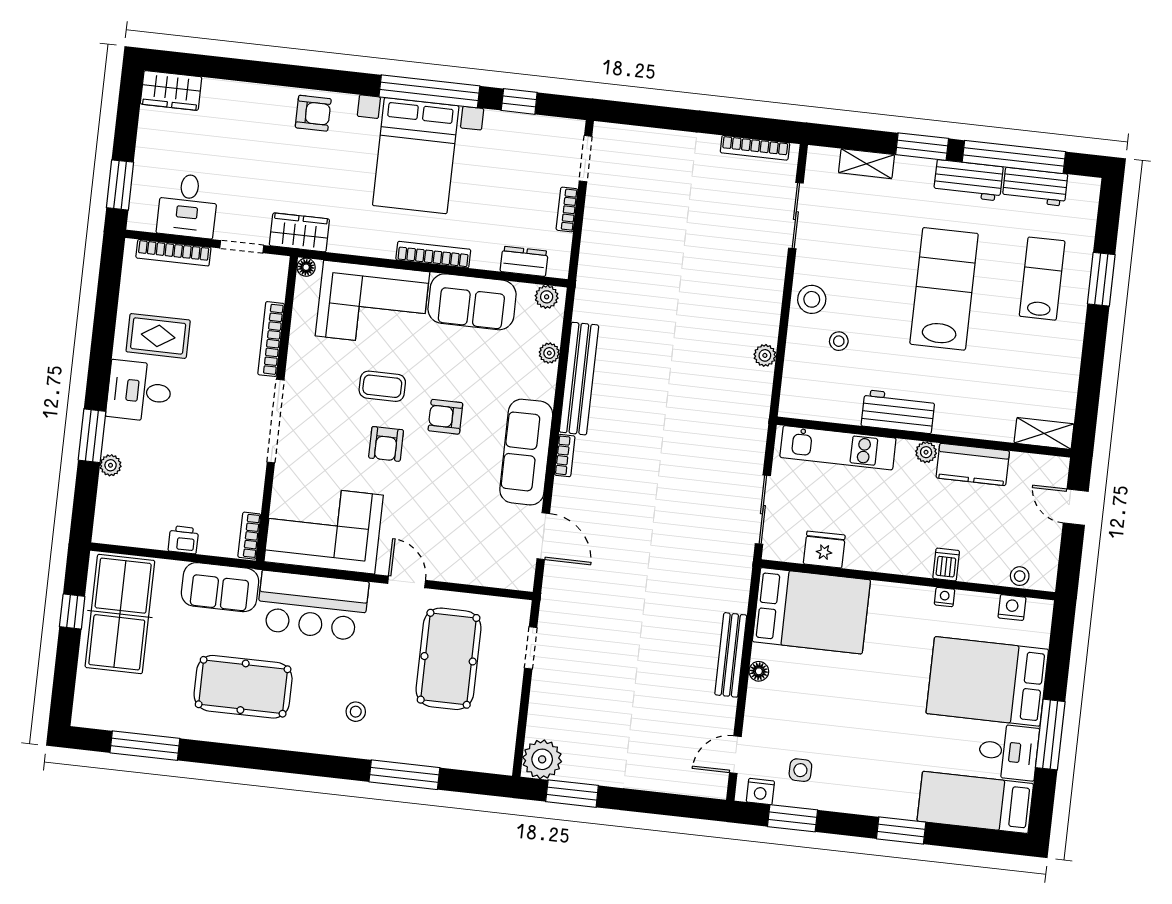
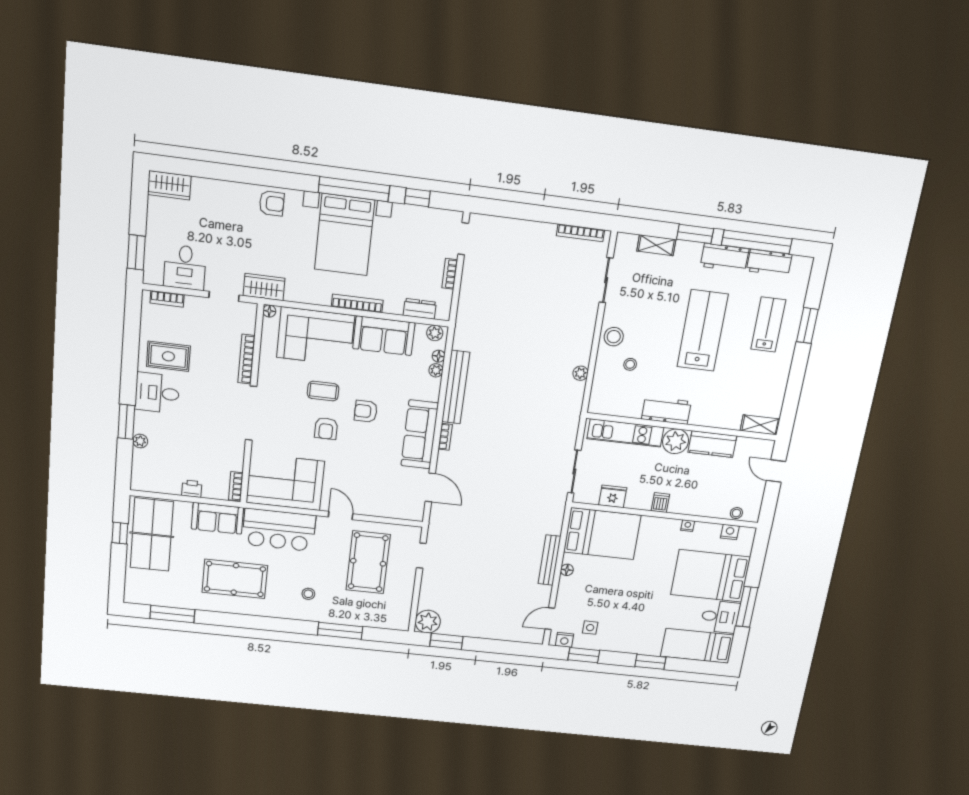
bookcase: (173, 253) -> (167, 299), width x0.64
floor lamp: (553, 332) -> (439, 356), added
plant: (926, 452) -> (676, 441), width x1.88, depth x1.88
dishwasher: (946, 565) -> (660, 503), moved

